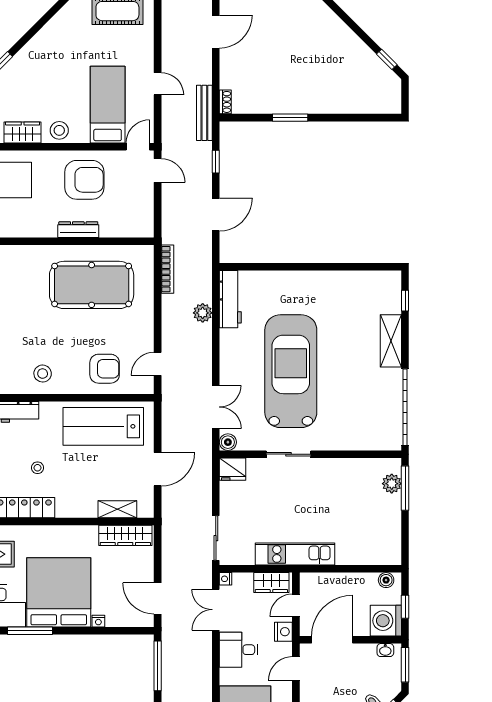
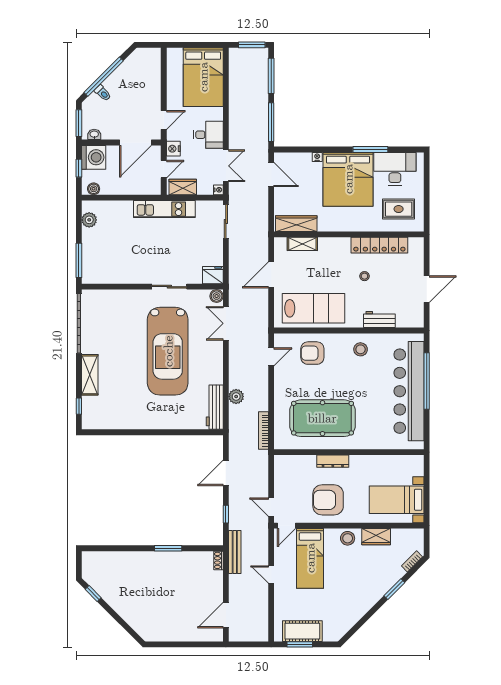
plant: (392, 484) -> (89, 220), moved

